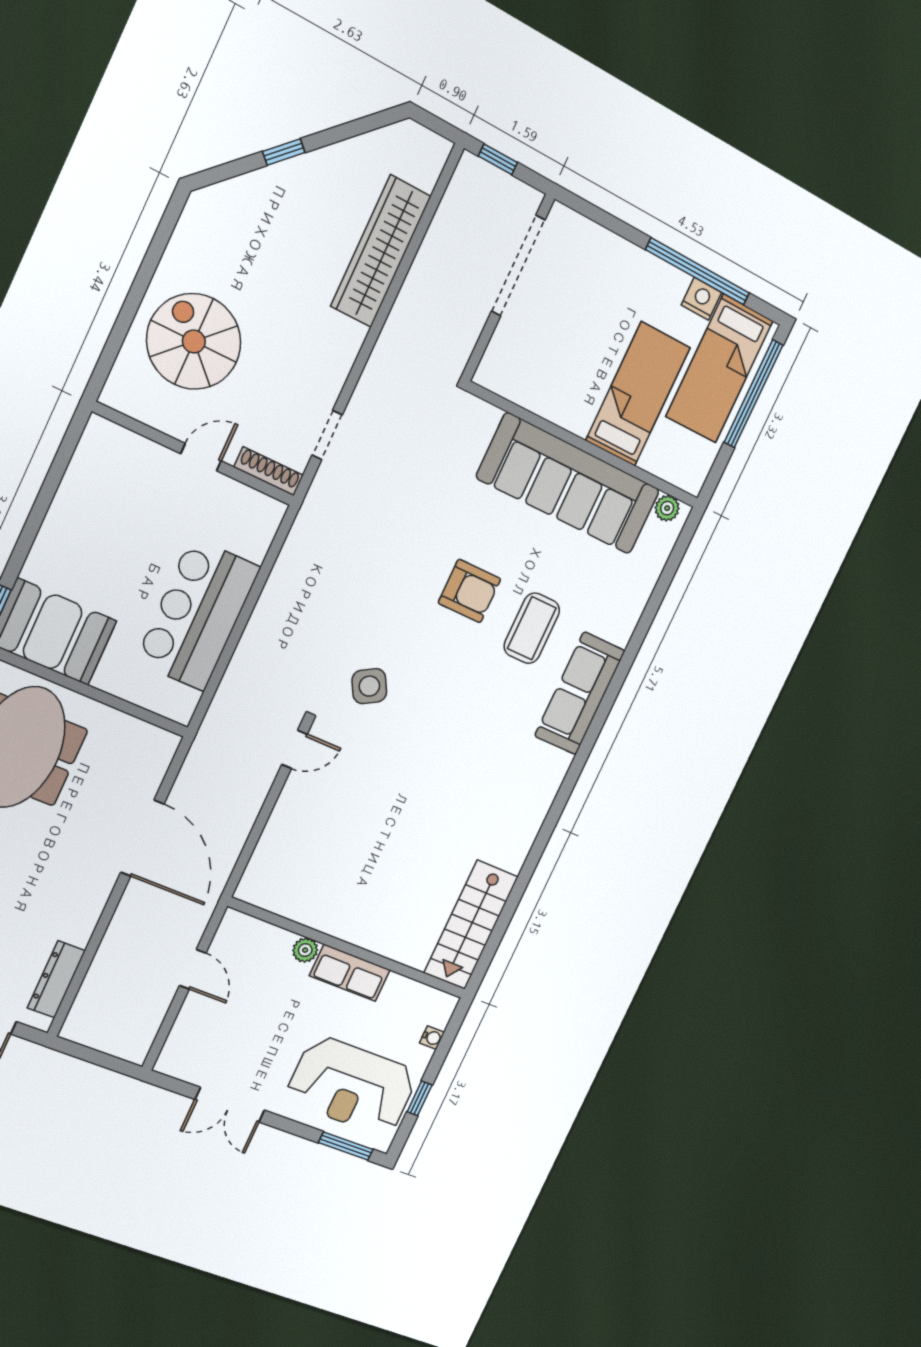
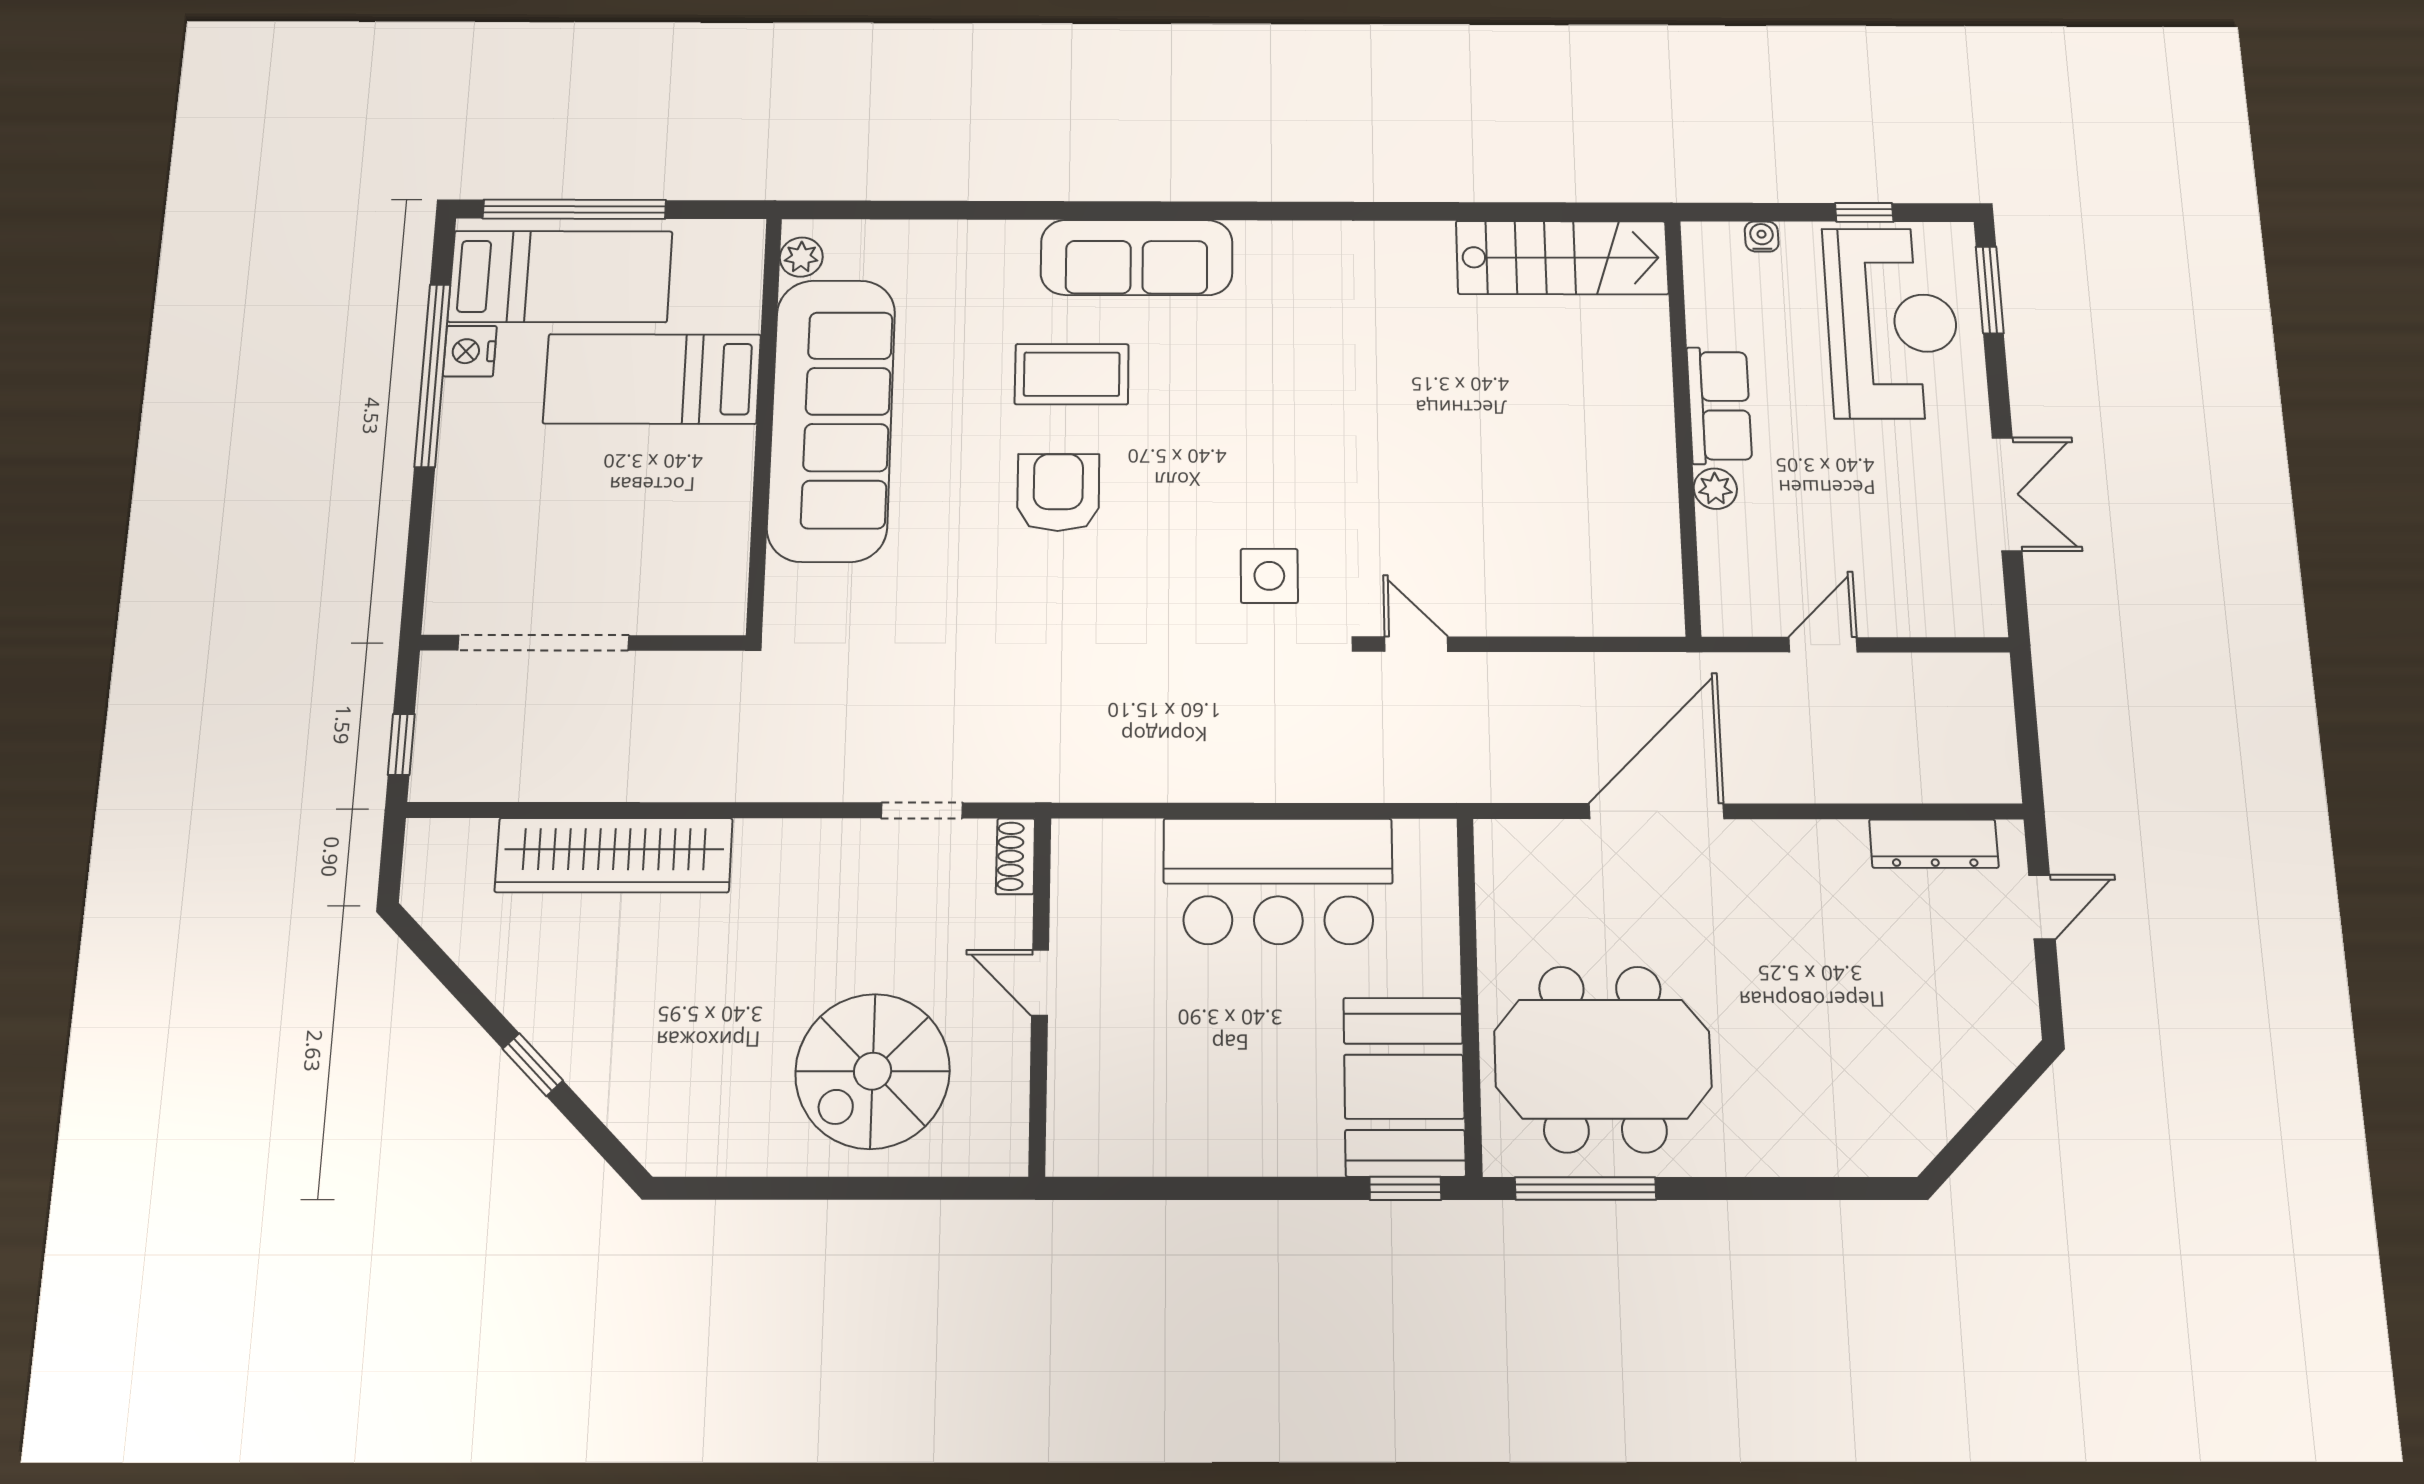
shoe rack: (269, 471) -> (1015, 856), width x0.70
side table: (369, 686) -> (1269, 576), turned 30

